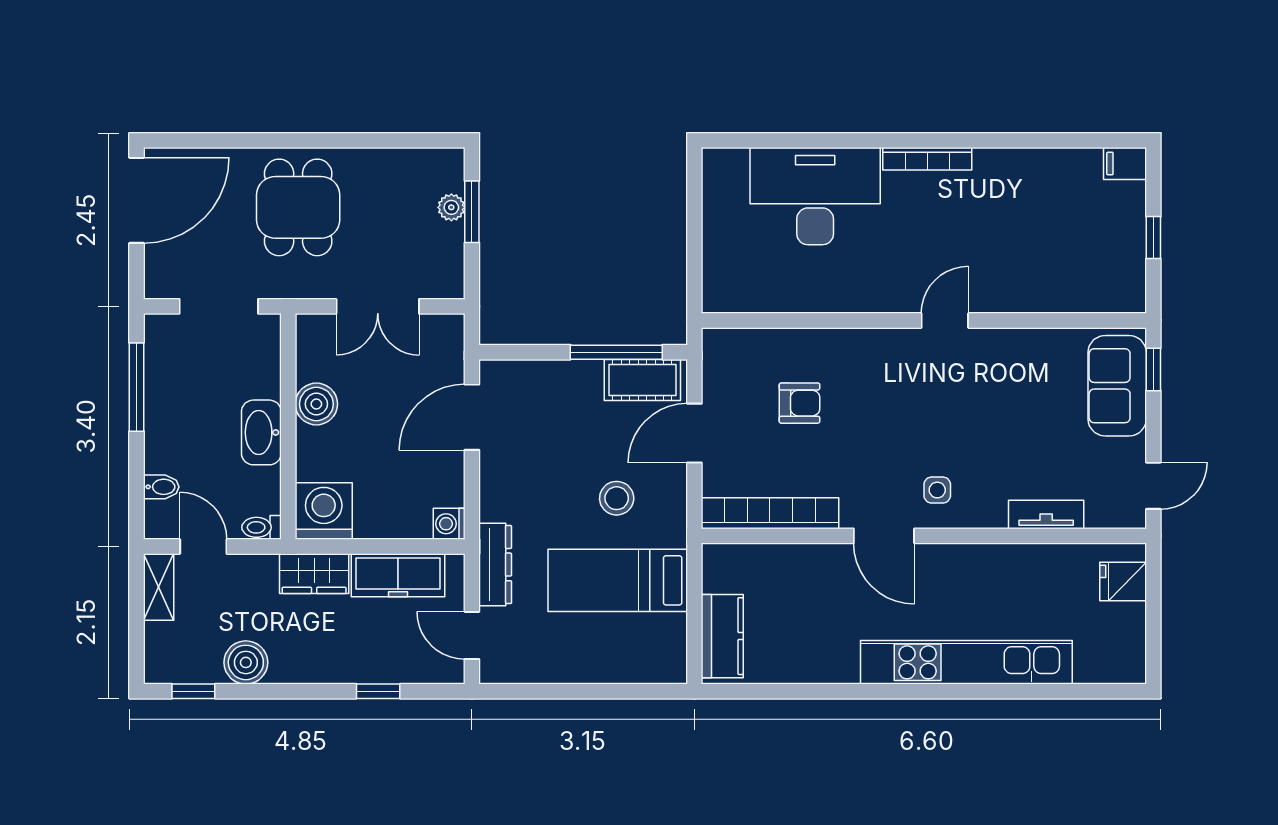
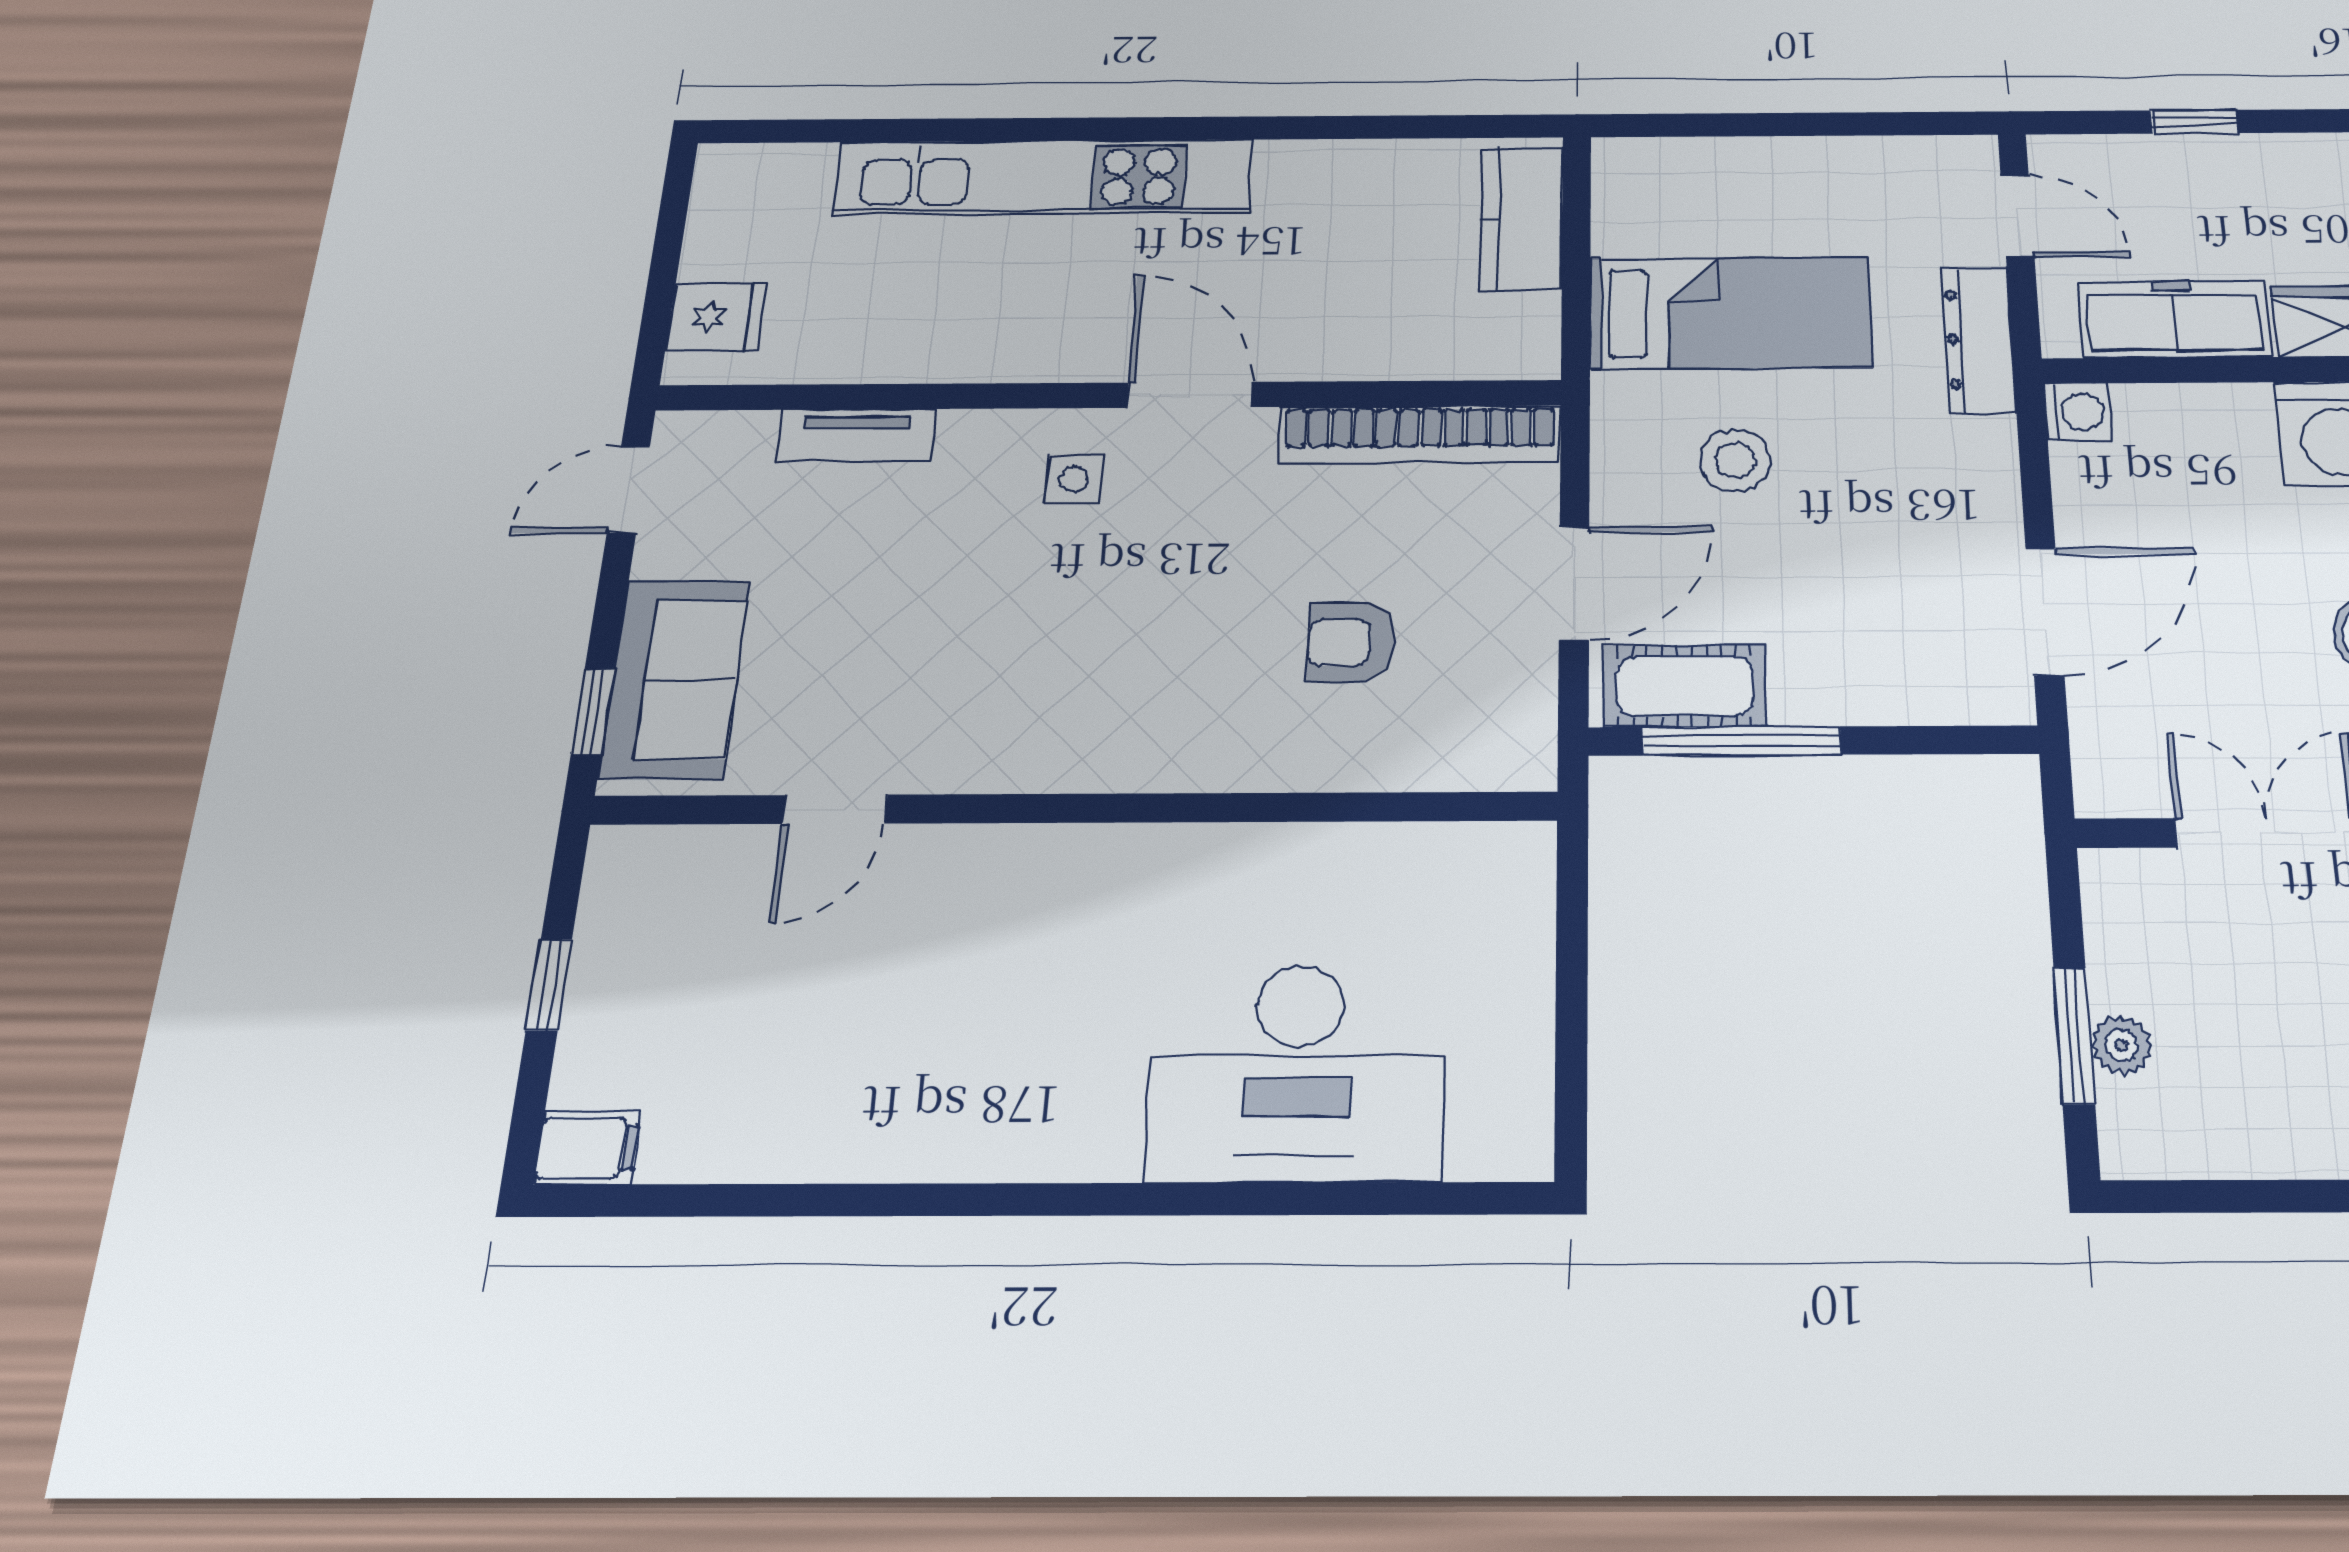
bookcase: (927, 159) -> (1037, 1157), removed
door: (945, 320) -> (835, 809), moved

